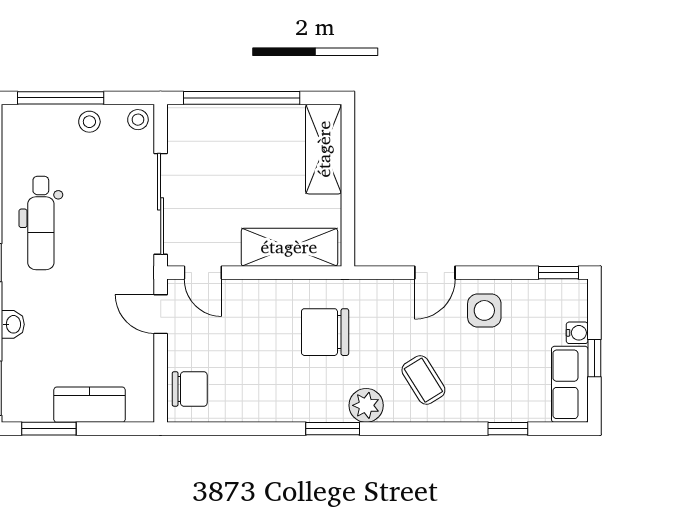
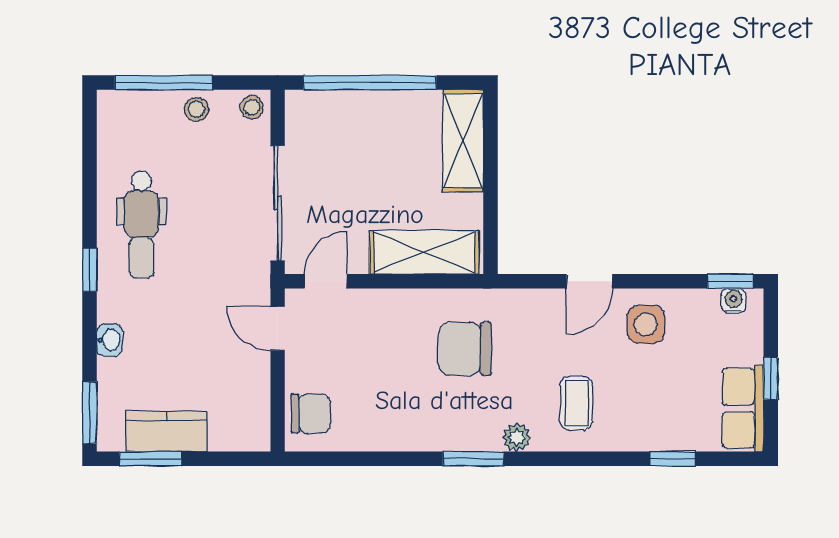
door: (203, 273) -> (326, 281), swing flipped
water cooler: (577, 333) -> (734, 301), moved, turned -90
coffee table: (423, 380) -> (577, 403), turned 32
kitchen counter: (89, 405) -> (166, 431), moved
plant: (366, 405) -> (517, 437), width x0.73, depth x0.73

